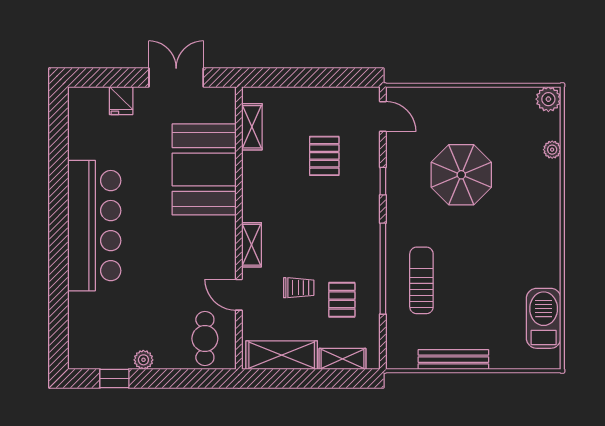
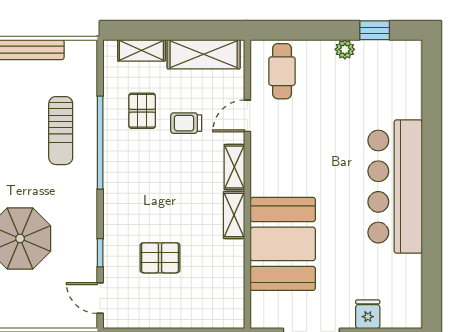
shelving: (252, 127) -> (234, 215), moved
pallet: (324, 156) -> (160, 258), turned 90
window: (383, 181) -> (100, 253), moved
door: (239, 295) -> (247, 116), swing flipped

